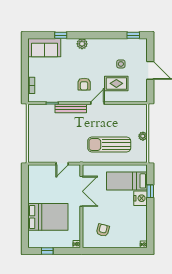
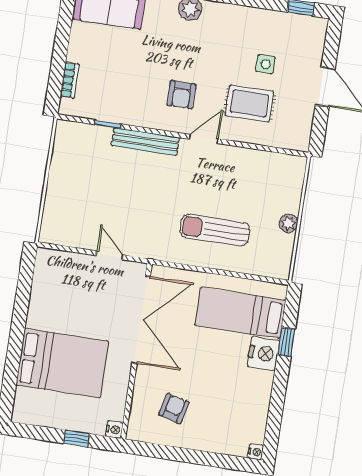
sun lounger: (109, 145) -> (215, 230), width x0.73, depth x0.75
door: (62, 164) -> (109, 255), swing flipped
double door: (81, 191) -> (141, 320), width x1.36
window: (47, 251) -> (76, 439), moved

